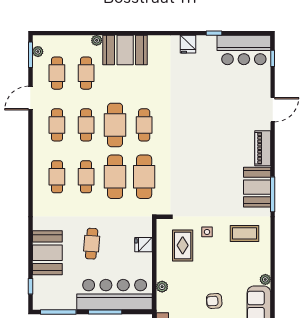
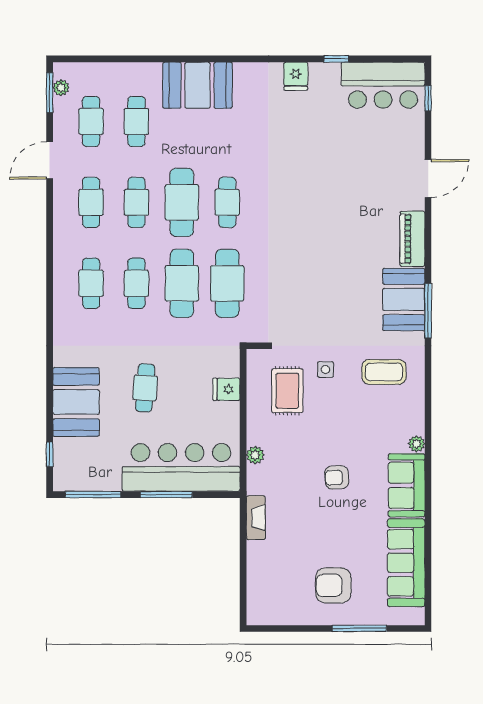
plant: (97, 40) -> (153, 70), removed

